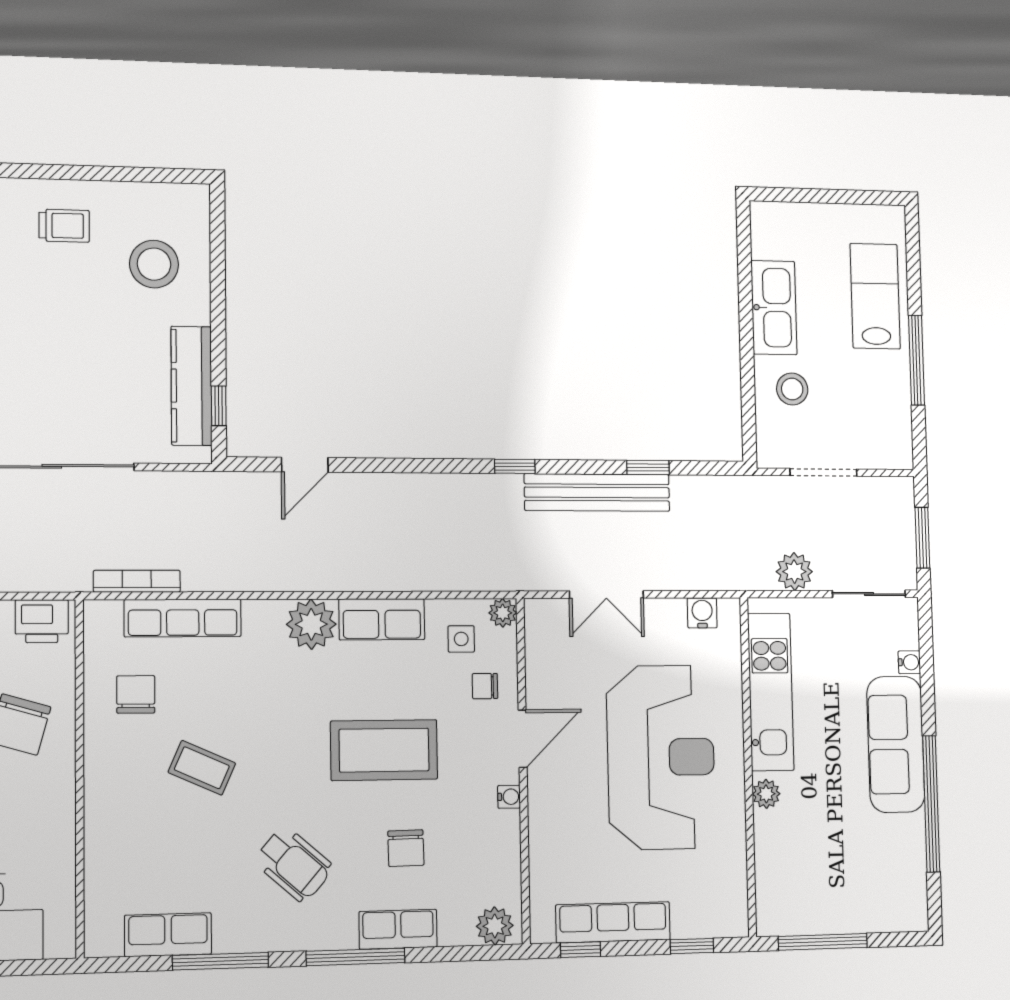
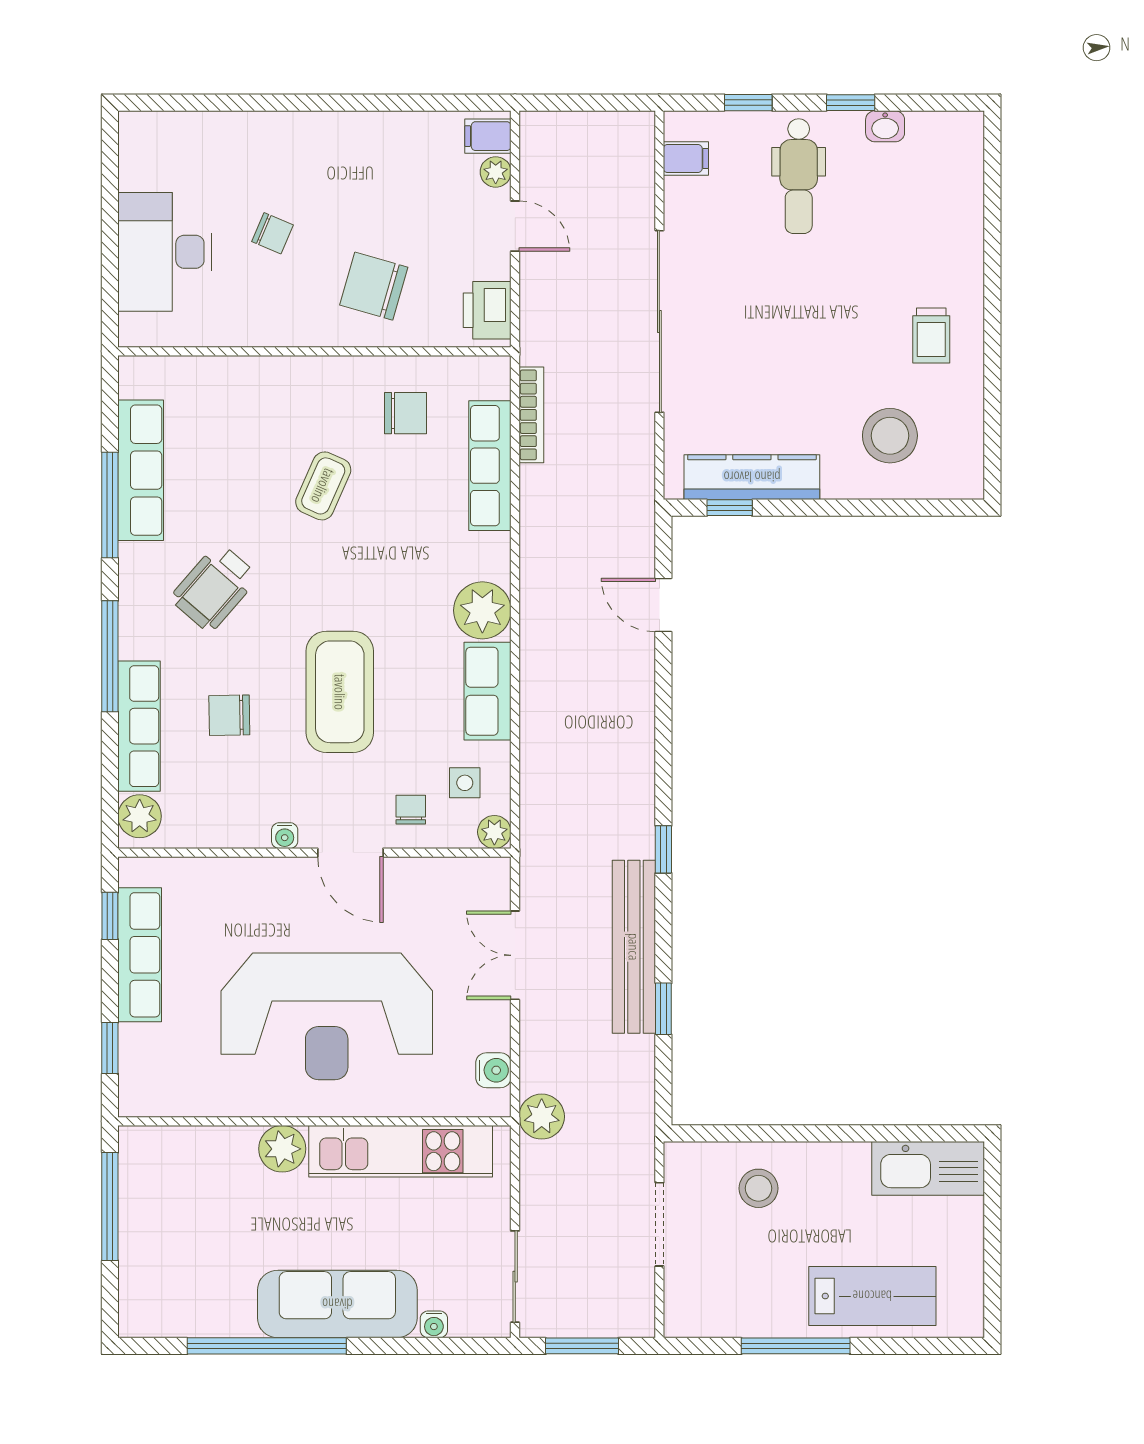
kitchen sink: (774, 308) -> (928, 1168), moved
plant: (794, 572) -> (542, 1117), moved
plant: (766, 794) -> (282, 1149), width x1.38, depth x1.38
row of seats: (398, 929) -> (139, 726), width x1.48
row of seats: (168, 935) -> (141, 470), width x1.48

